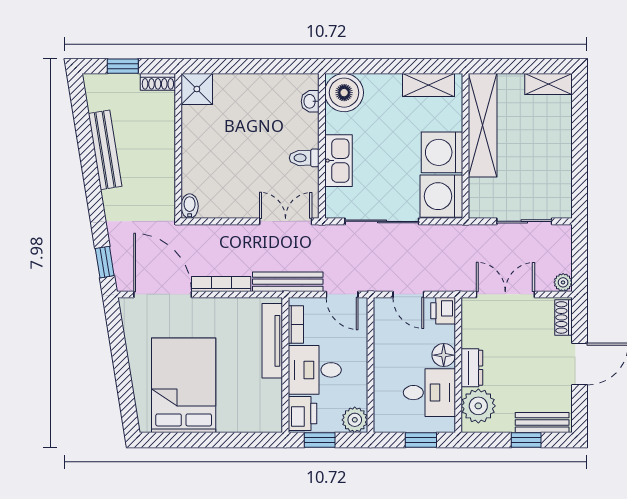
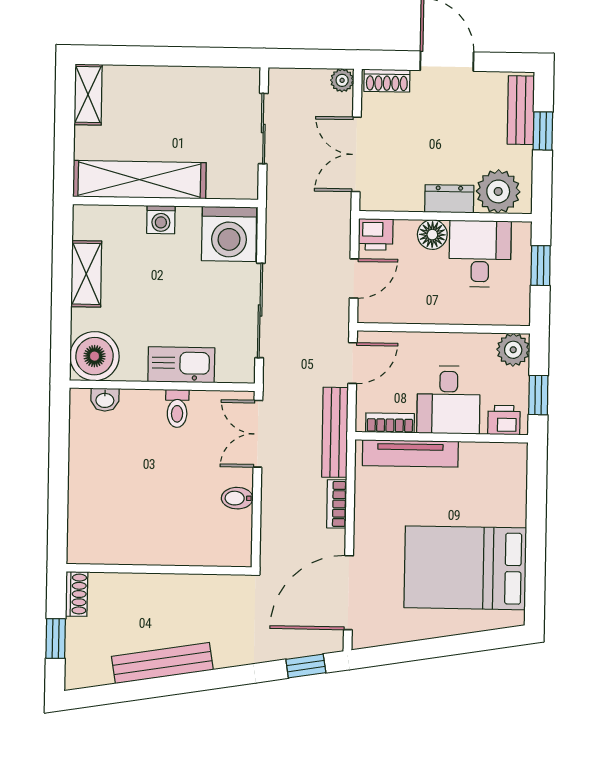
shelving: (428, 85) -> (86, 274), moved
shower: (197, 89) -> (87, 544), removed
washing machine: (442, 152) -> (161, 220), width x0.53, depth x0.53
bidet: (190, 206) -> (237, 498), moved
bookcase: (221, 284) -> (337, 504), width x0.64
printer: (302, 413) -> (504, 420), width x0.73, depth x0.81

